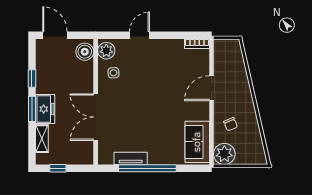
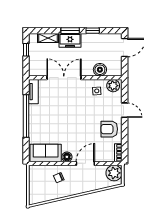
boiler: (85, 52) -> (100, 70), moved
armchair: (165, 56) -> (109, 129), added
door: (211, 88) -> (85, 163), hinge flipped
floor lamp: (202, 113) -> (67, 157), added
plant: (224, 154) -> (114, 173), moved
tv unit: (131, 158) -> (33, 92), moved

